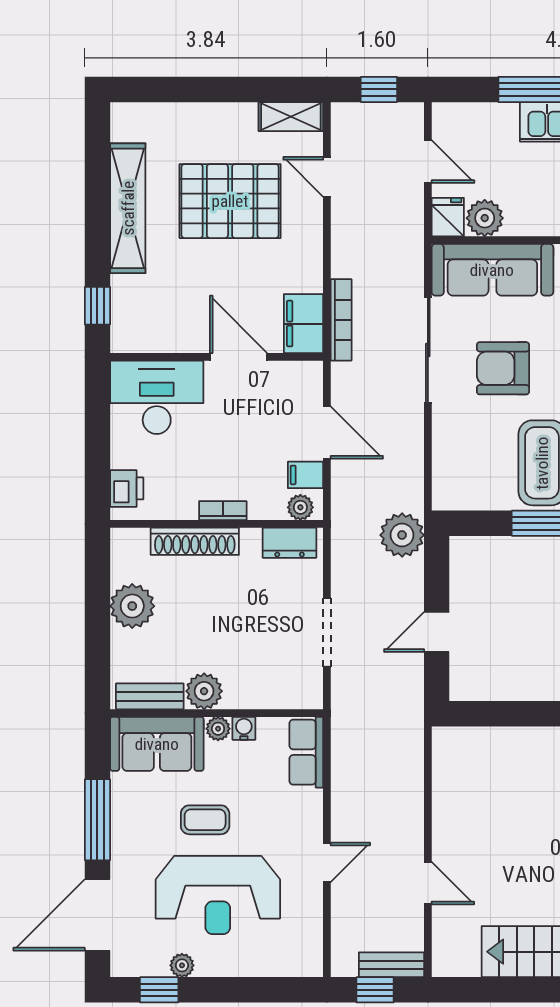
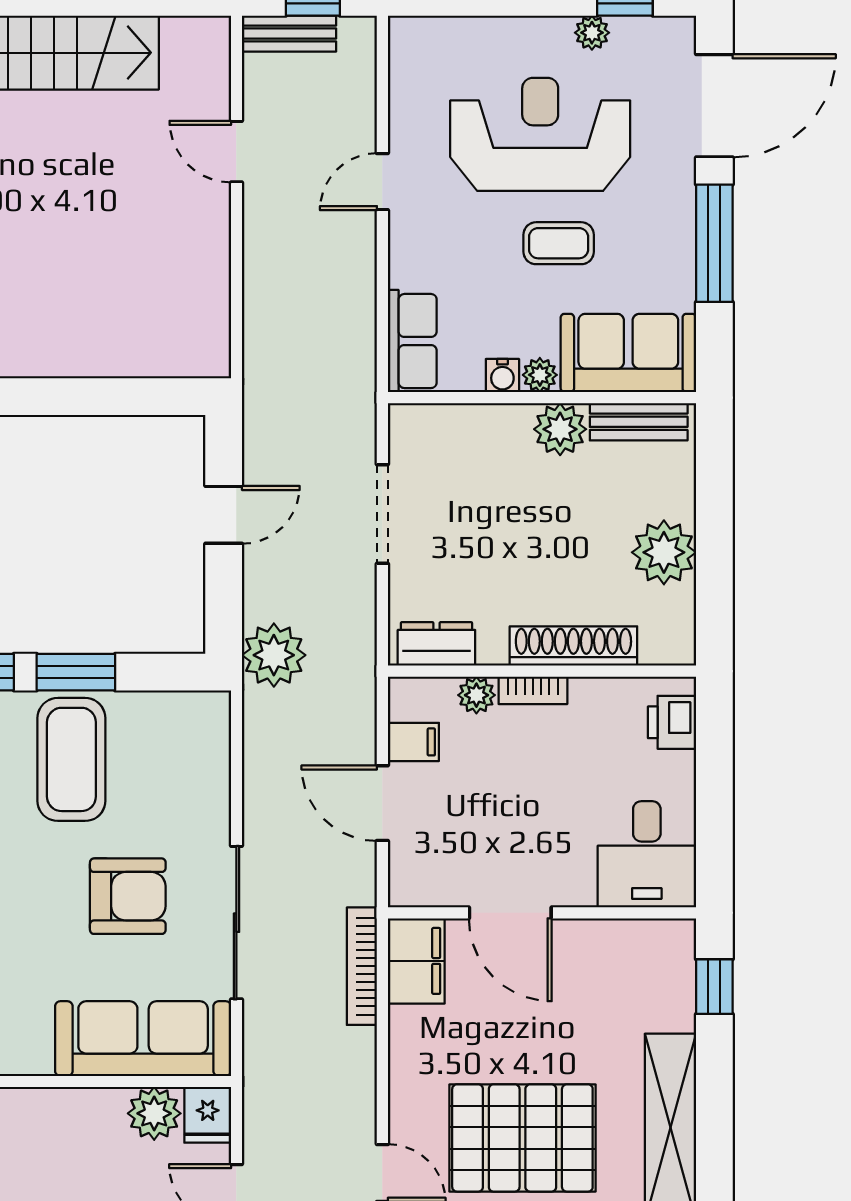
desk: (157, 397) -> (647, 854), width x0.73
plant: (300, 507) -> (476, 695), moved

